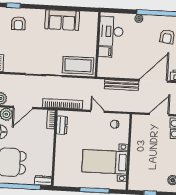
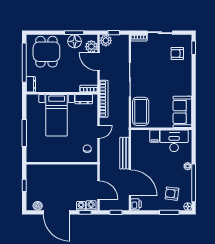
sofa: (62, 20) -> (182, 112), moved
bed with nightstands: (105, 162) -> (57, 115), moved, turned 180

